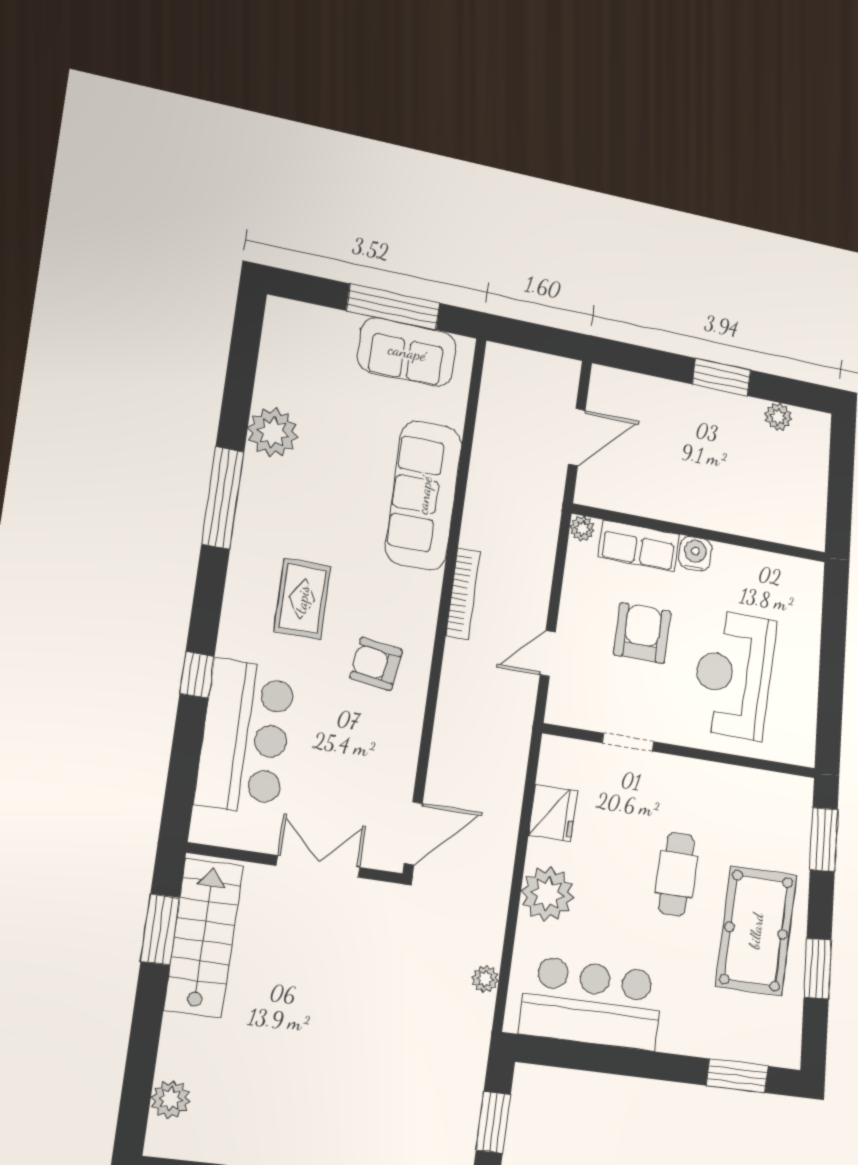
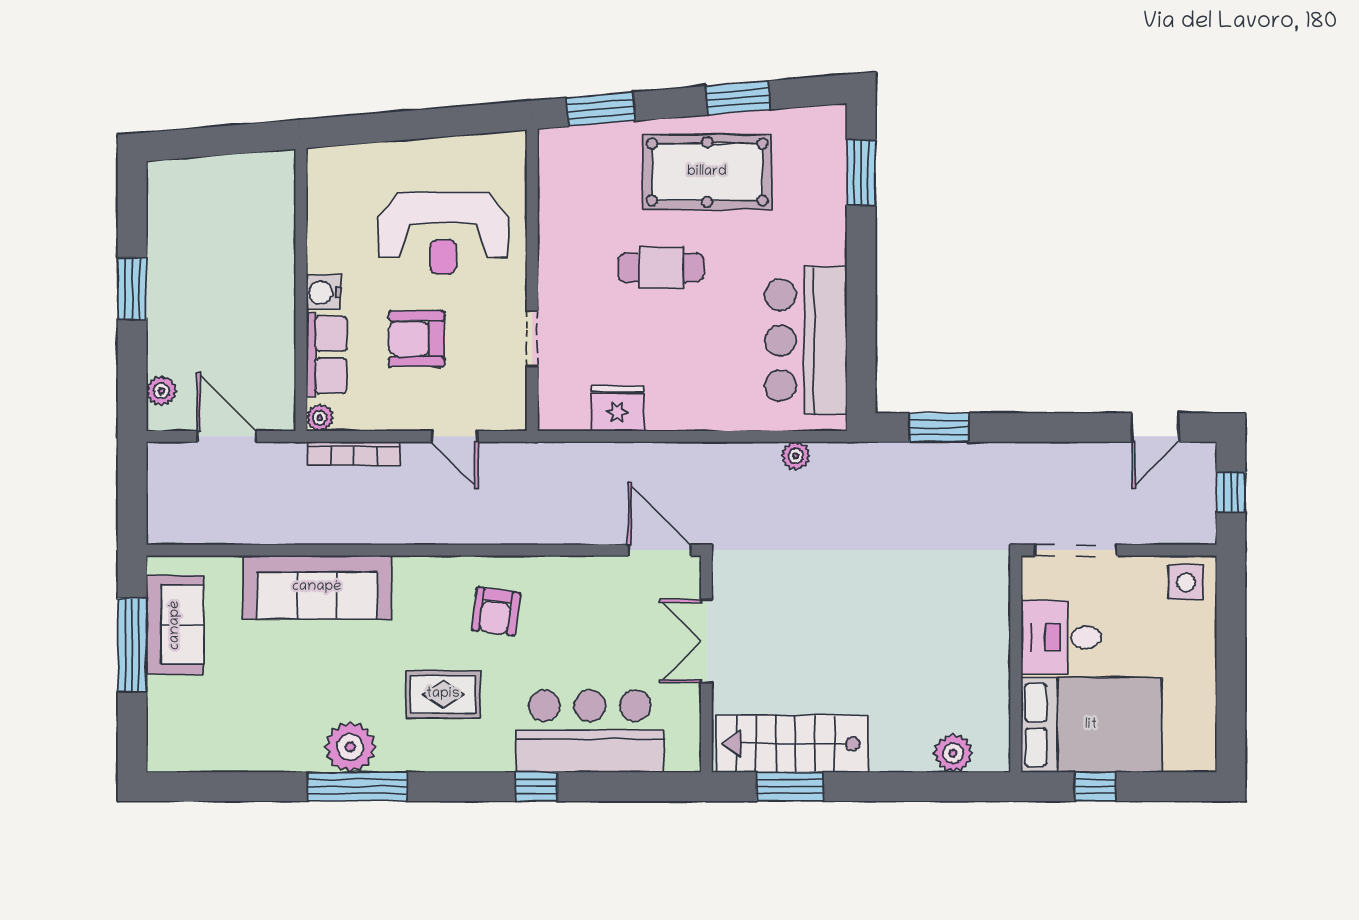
plant: (778, 417) -> (161, 391), moved
plant: (273, 432) -> (350, 747), moved
bookcase: (463, 594) -> (354, 453), moved, turned 180
plant: (548, 894) -> (701, 403), removed

